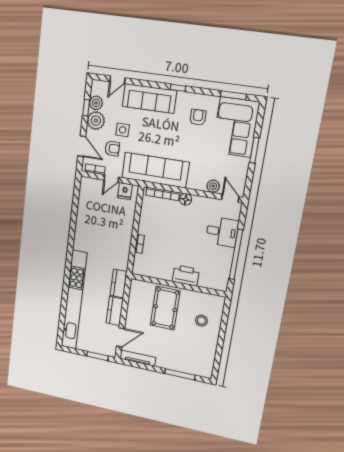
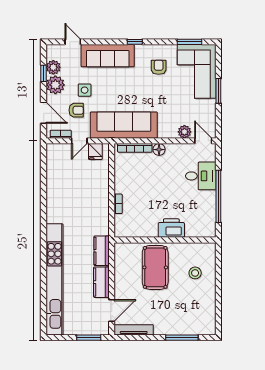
door: (117, 80) -> (73, 42), swing flipped

